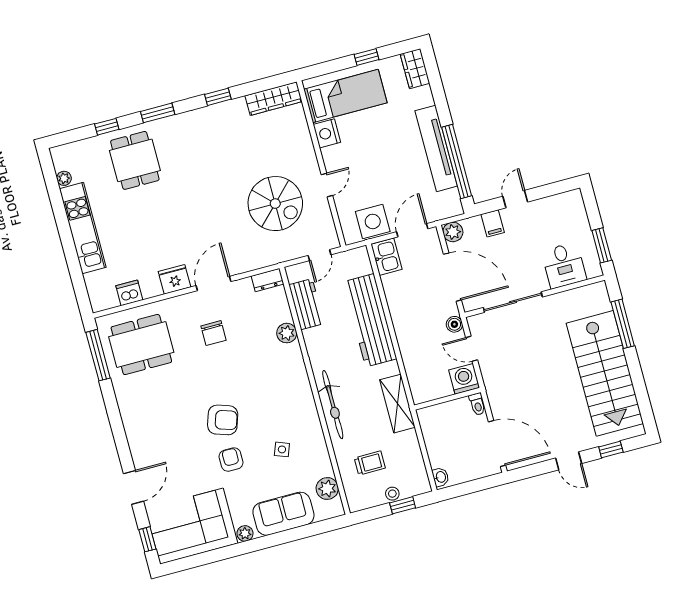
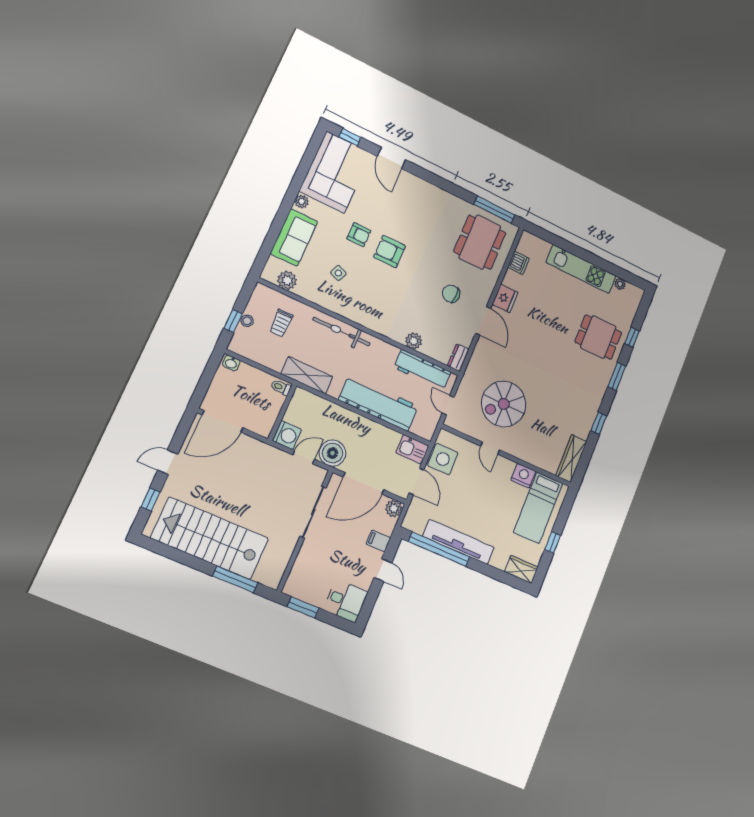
desk: (564, 265) -> (346, 601), moved, turned 180
workbench: (307, 304) -> (422, 370), width x1.38
boiler: (454, 324) -> (333, 453), width x1.86, depth x1.86
toilet: (477, 404) -> (281, 387), moved
armchair: (223, 420) -> (390, 252), turned 72

